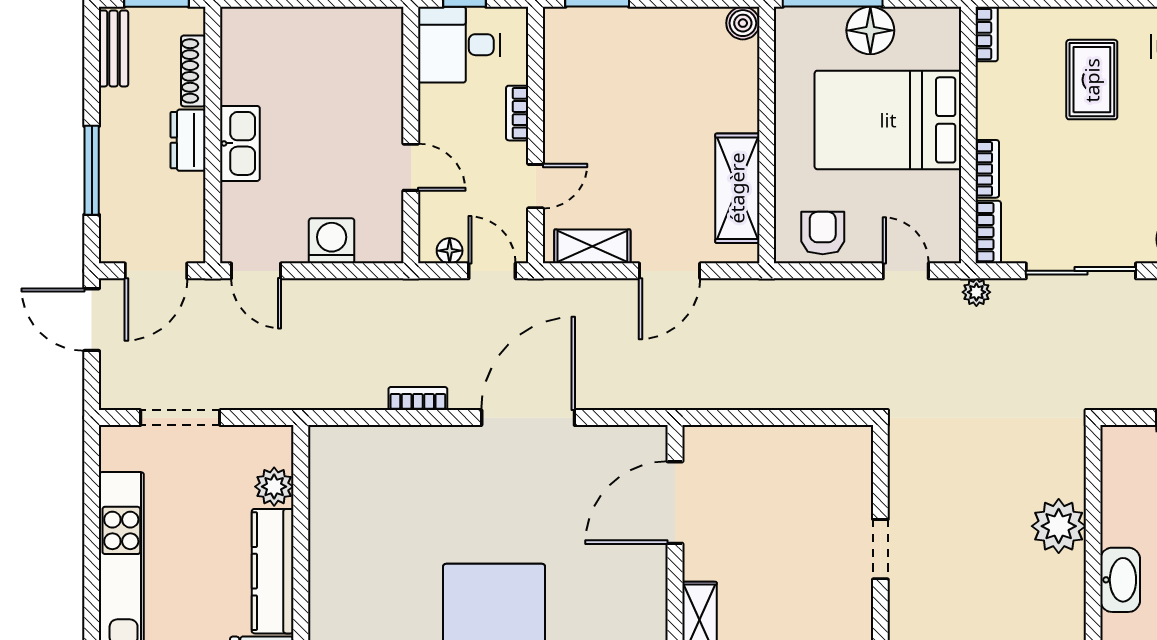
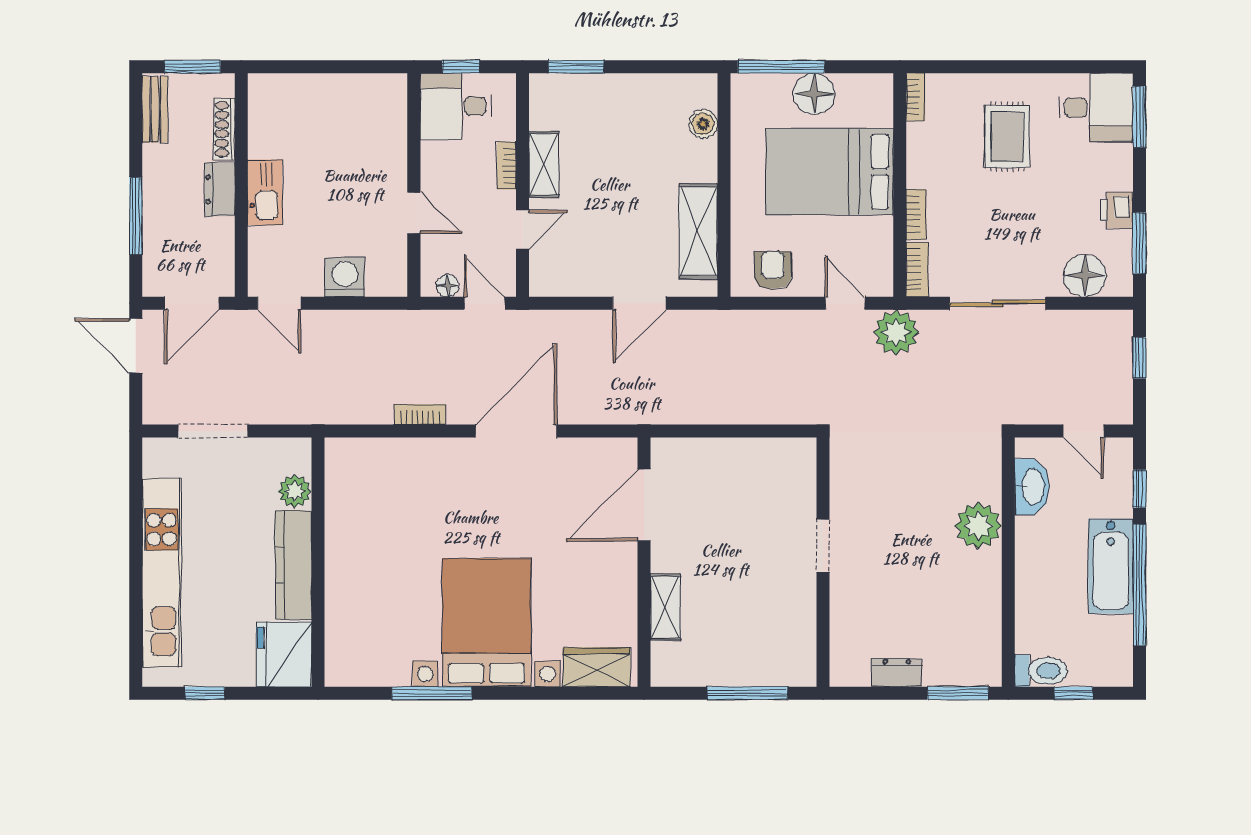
boiler: (743, 23) -> (703, 124), moved
shelving: (592, 246) -> (544, 164), moved, turned 90
plant: (976, 292) -> (896, 332), width x1.88, depth x1.88
washbasin: (1120, 580) -> (1032, 487), moved

